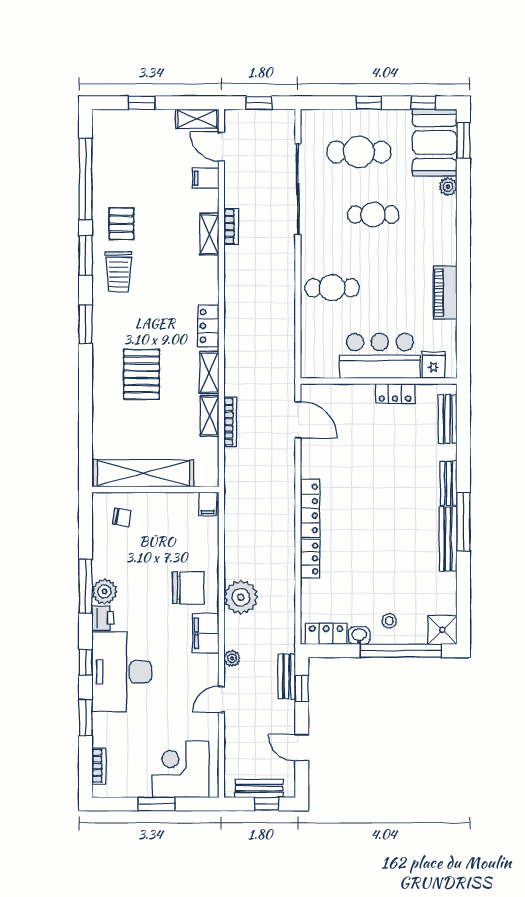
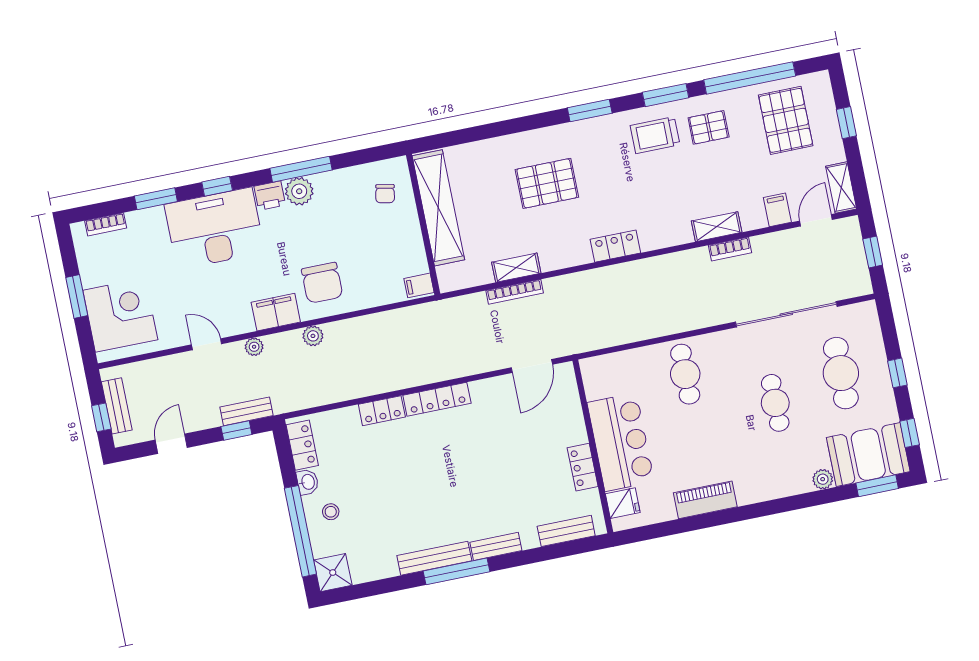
pallet: (129, 155) -> (786, 120), added
shelving: (209, 373) -> (564, 258), removed
plant: (241, 597) -> (313, 336), width x0.53, depth x0.53

